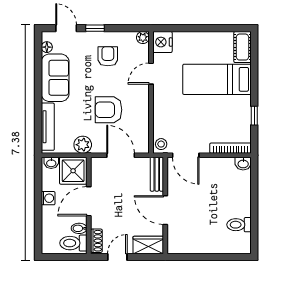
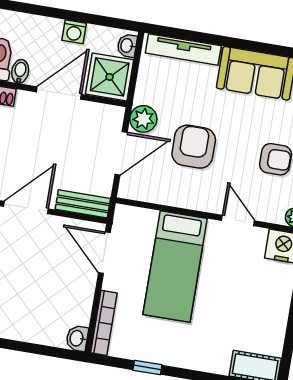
bed: (217, 79) -> (175, 267), moved, turned 180
stool: (161, 144) -> (128, 218), removed
plant: (83, 145) -> (143, 119), moved
door: (186, 155) -> (104, 253), hinge flipped
door: (89, 201) -> (59, 93), hinge flipped

